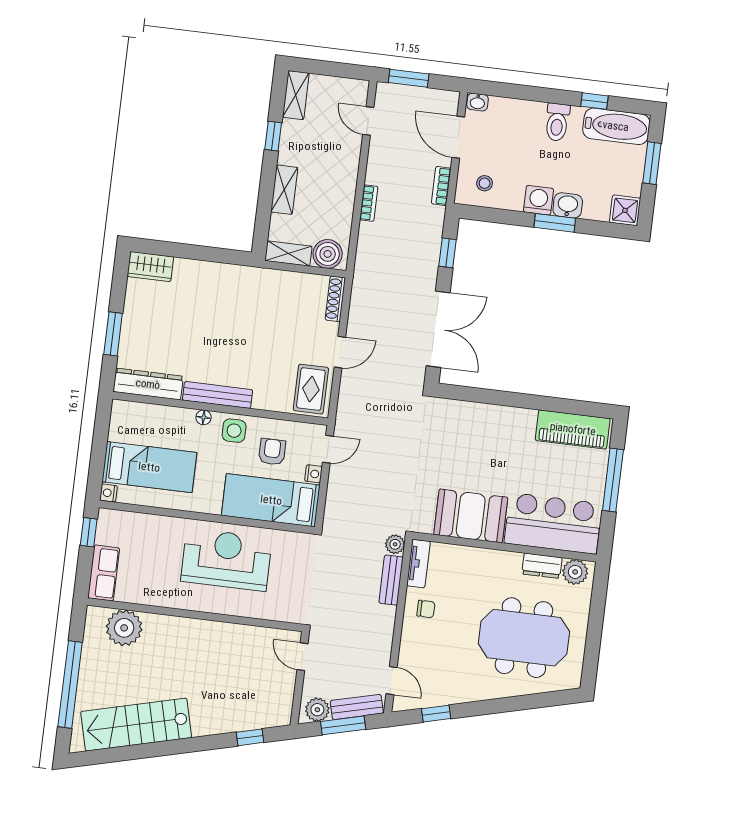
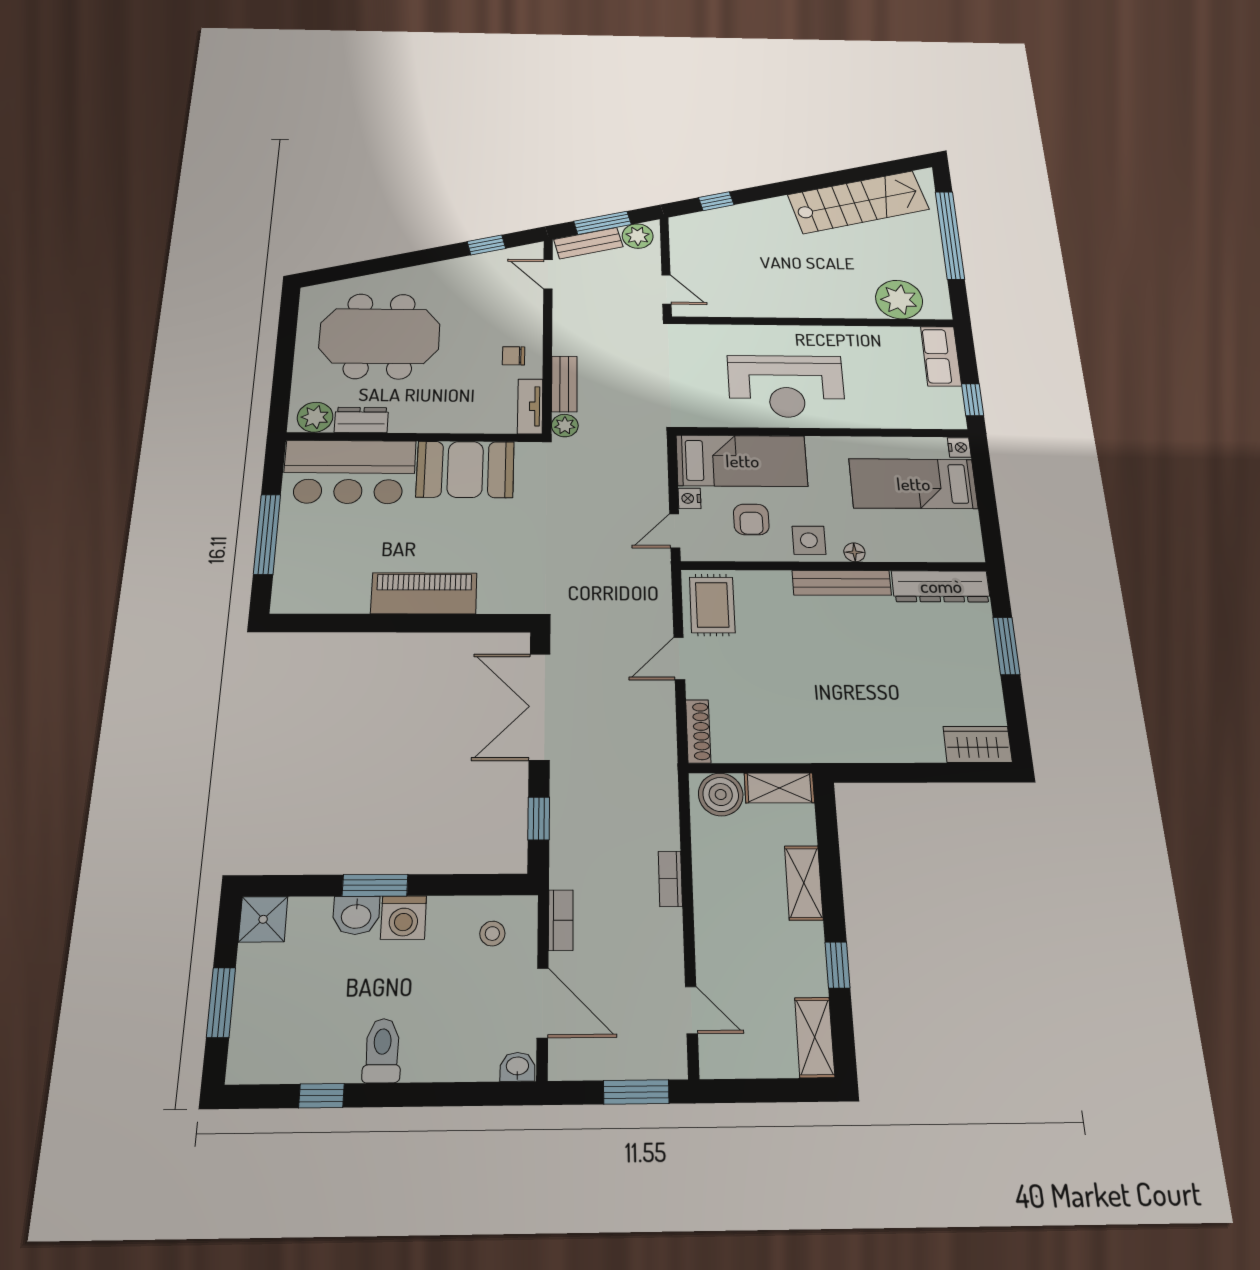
bathtub: (616, 126) -> (283, 1057), removed
piano: (573, 429) -> (424, 593), moved

